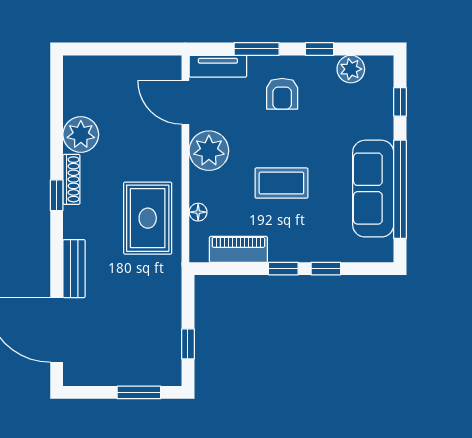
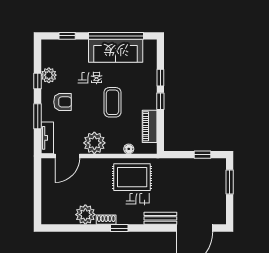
plant: (351, 69) -> (49, 75), moved
shoe rack: (71, 179) -> (106, 220), width x0.70

